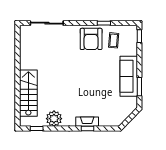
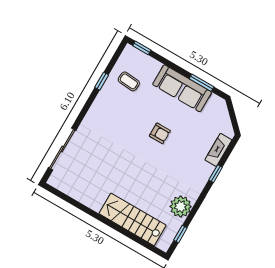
armchair: (91, 39) -> (160, 133), moved, width x0.53, depth x0.53
fireplace: (87, 122) -> (218, 150), moved

